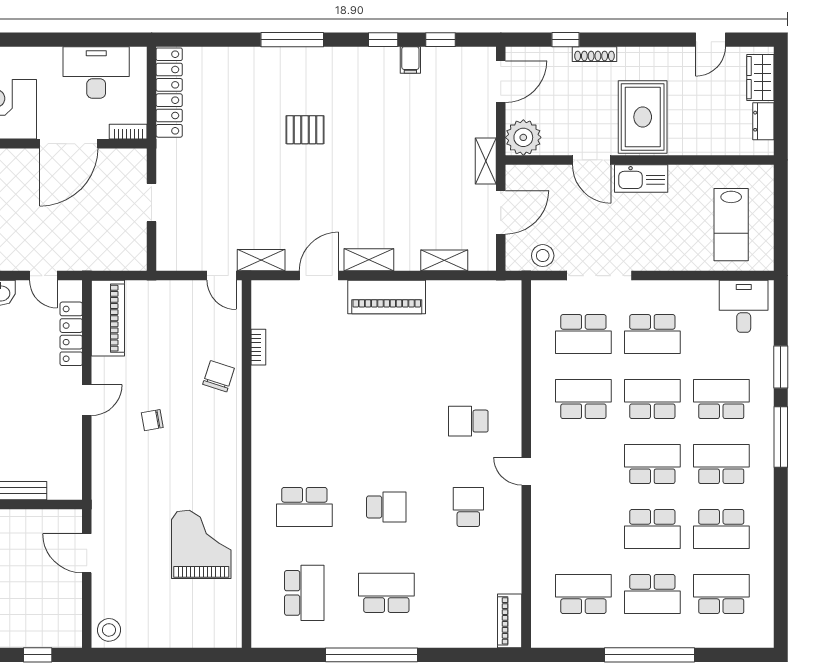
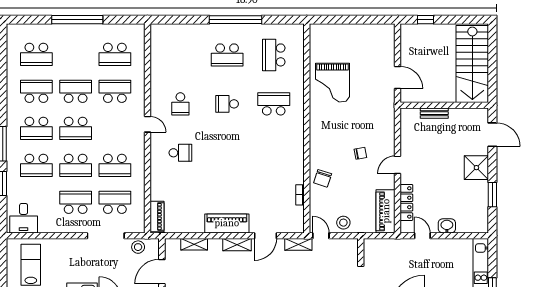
school desk: (652, 594) -> (115, 91), moved
piano: (510, 621) -> (157, 217), moved
stool: (109, 630) -> (343, 223), moved

